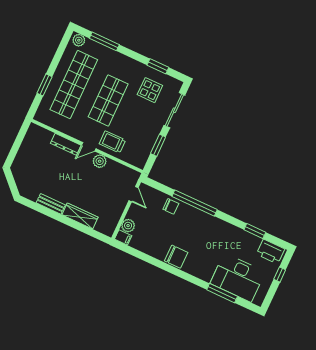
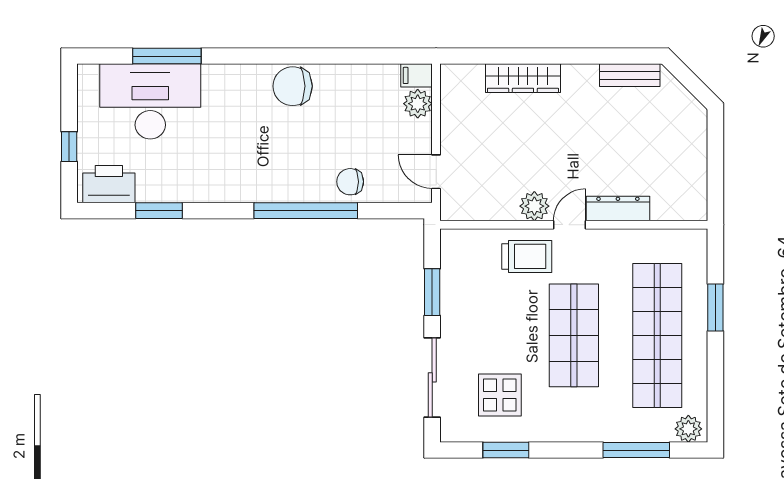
bench: (51, 204) -> (630, 75), moved

